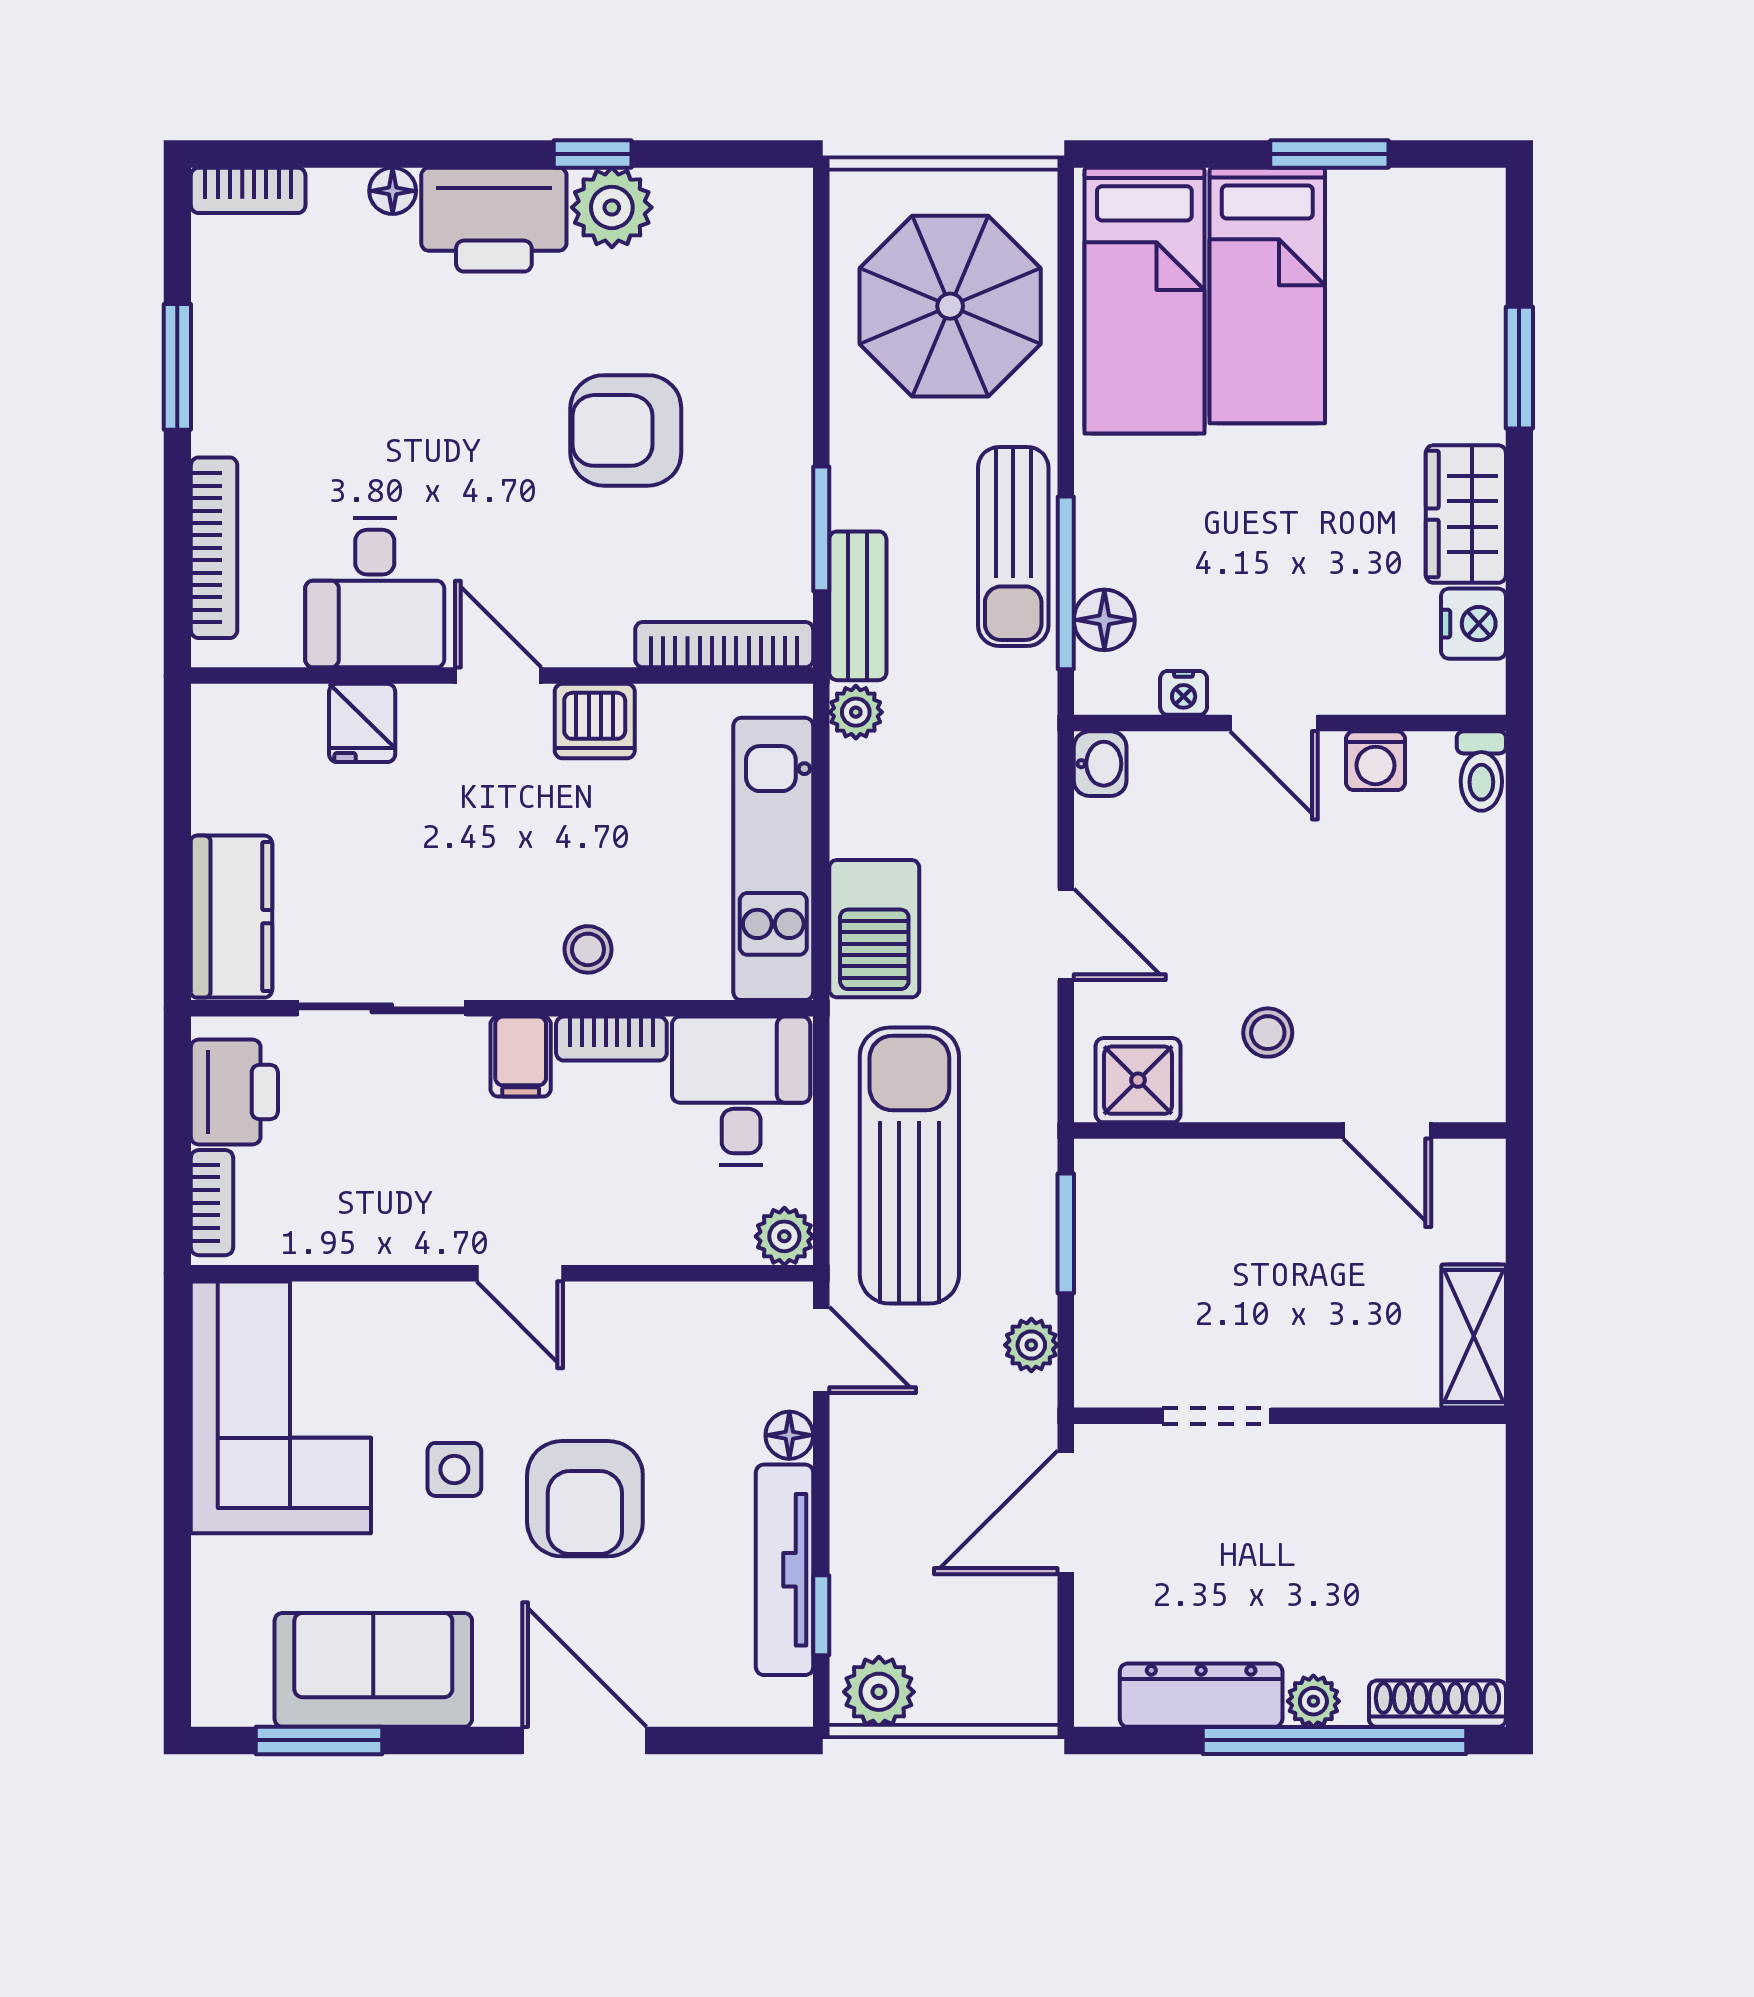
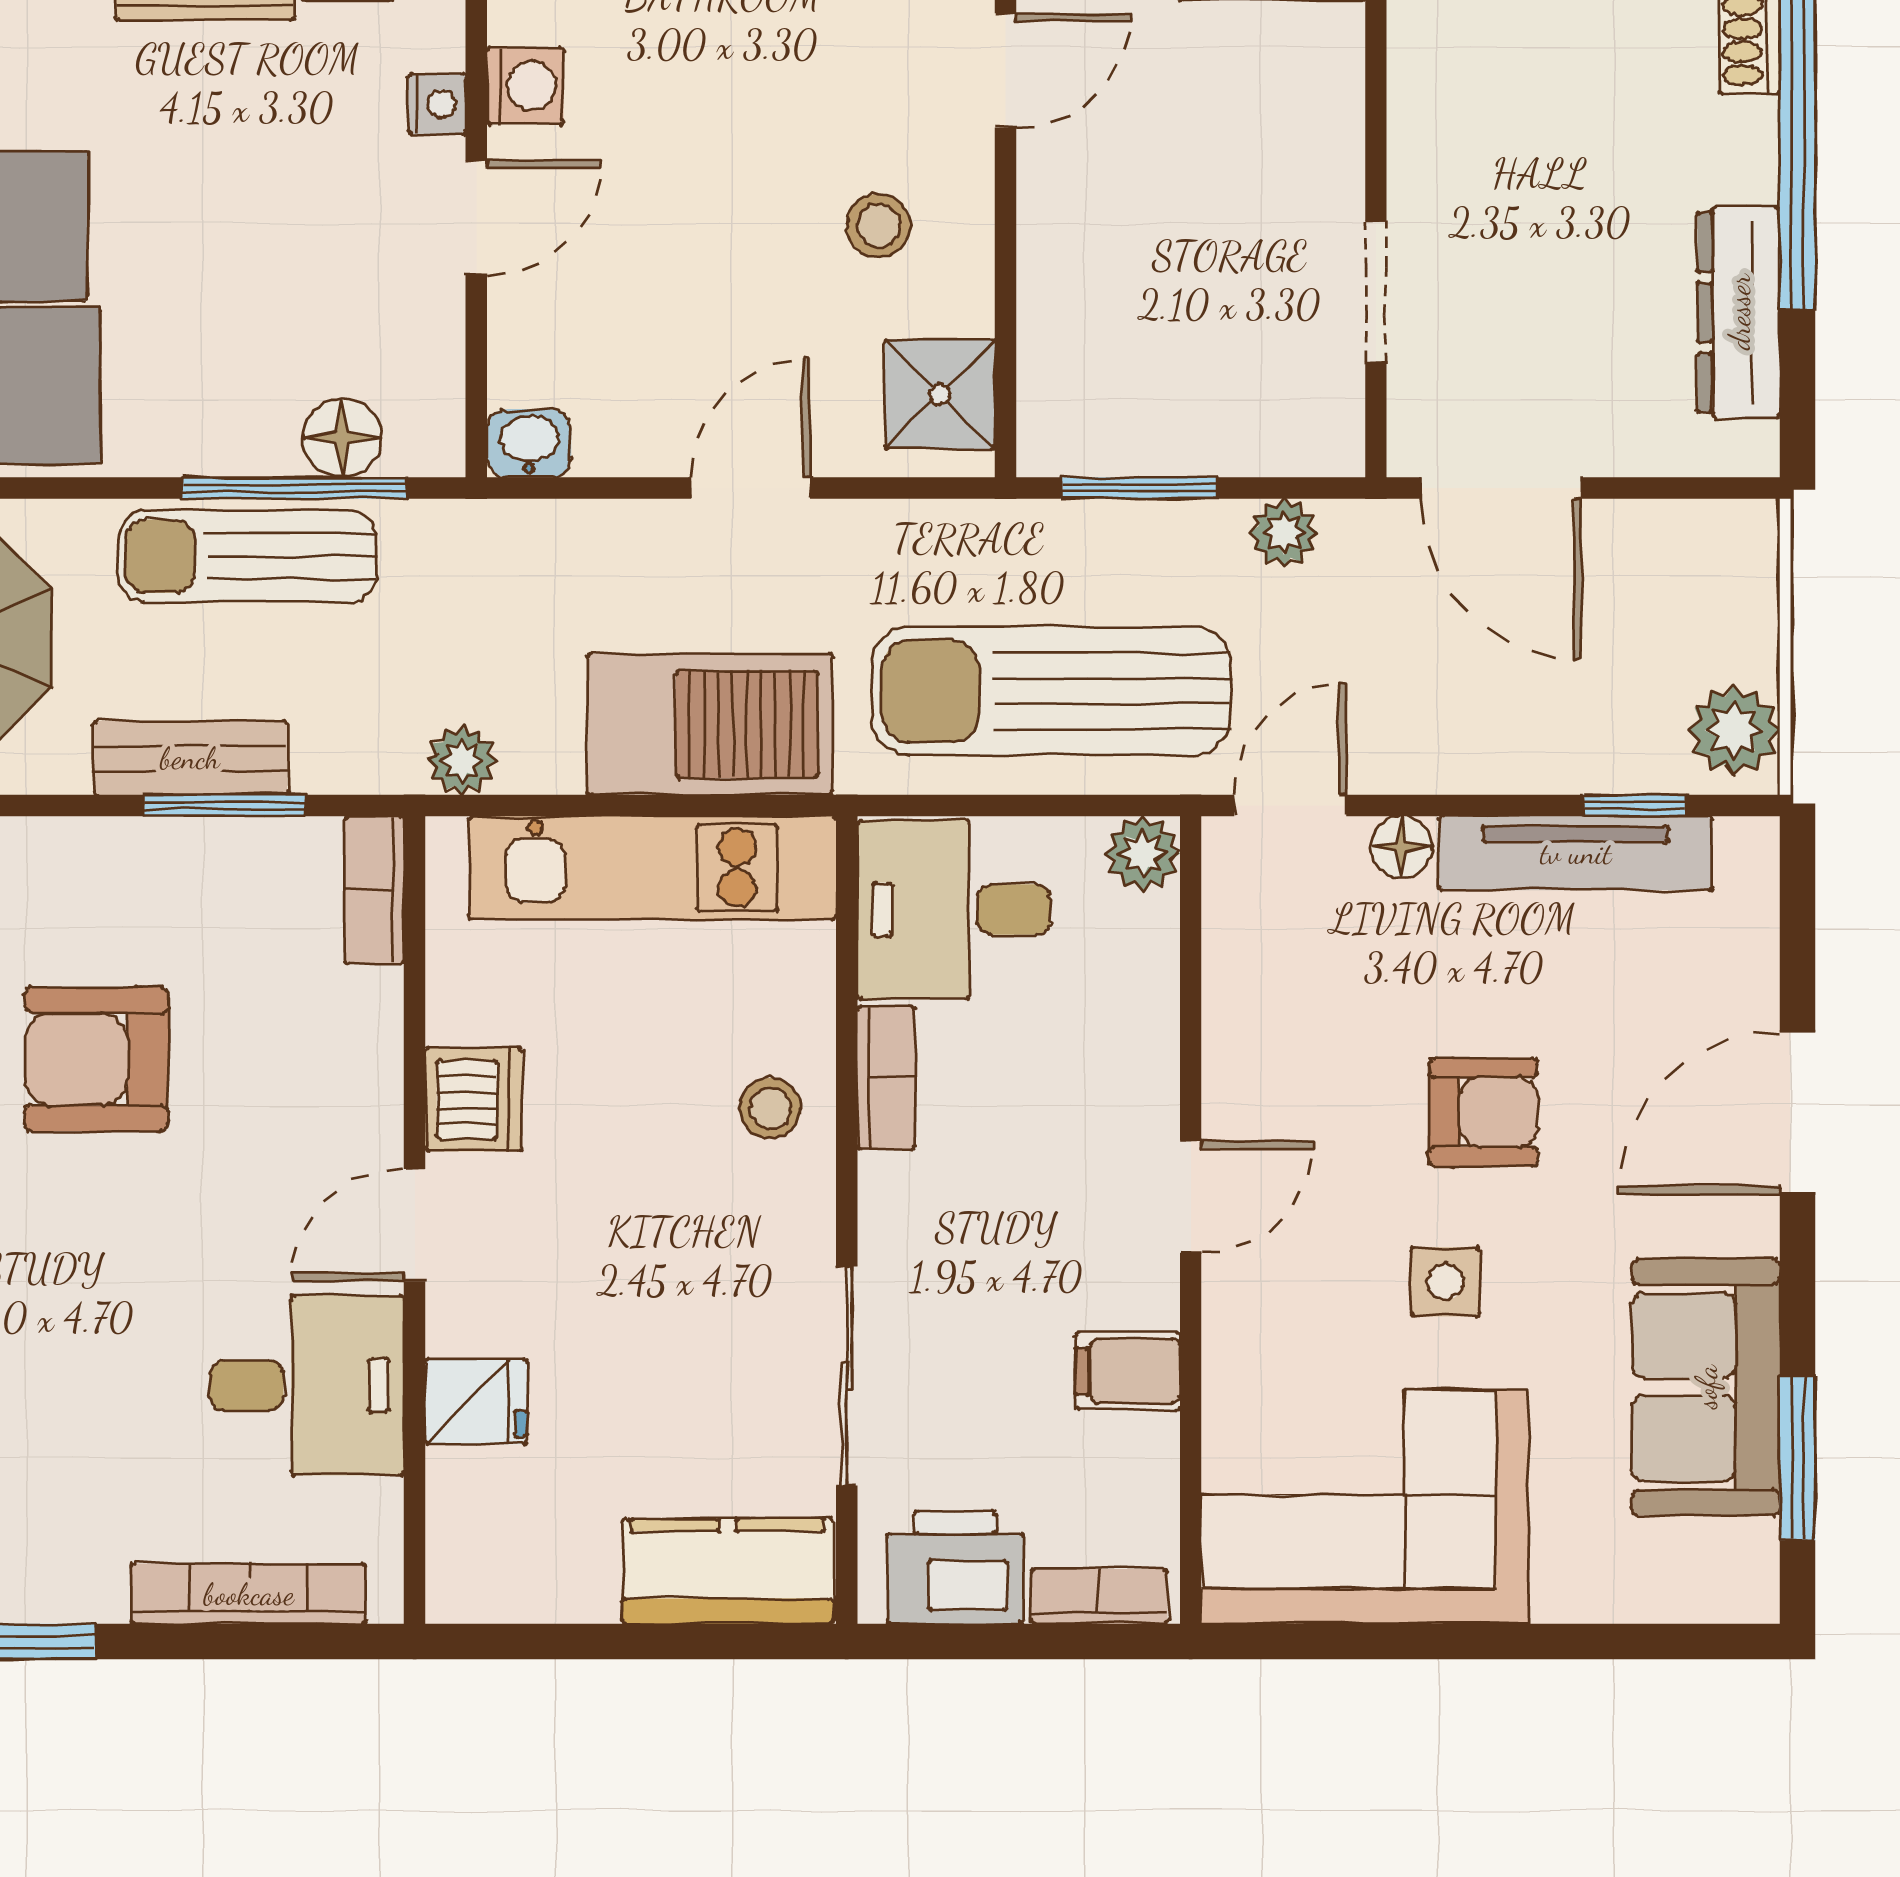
armchair: (626, 430) -> (96, 1059), turned 90
sun lounger: (1013, 546) -> (247, 556), turned 180
bench: (858, 606) -> (190, 758), moved
bookcase: (724, 645) -> (374, 890), width x0.64
nightstand: (1184, 693) -> (437, 104), moved
barbecue: (874, 929) -> (710, 724), width x1.37, depth x1.21
filing cabinet: (521, 1057) -> (1128, 1371), moved, turned 180
armchair: (585, 1499) -> (1483, 1112), width x0.72, depth x0.72
plant: (1313, 1701) -> (1746, 166), removed

